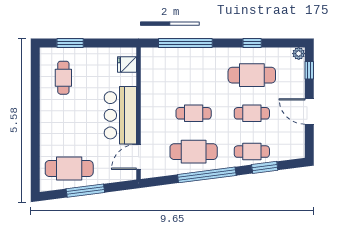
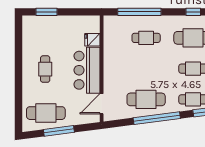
fridge: (127, 64) -> (92, 40), moved
cafe table: (63, 78) -> (45, 69), moved
cafe table: (194, 113) -> (146, 38), moved

